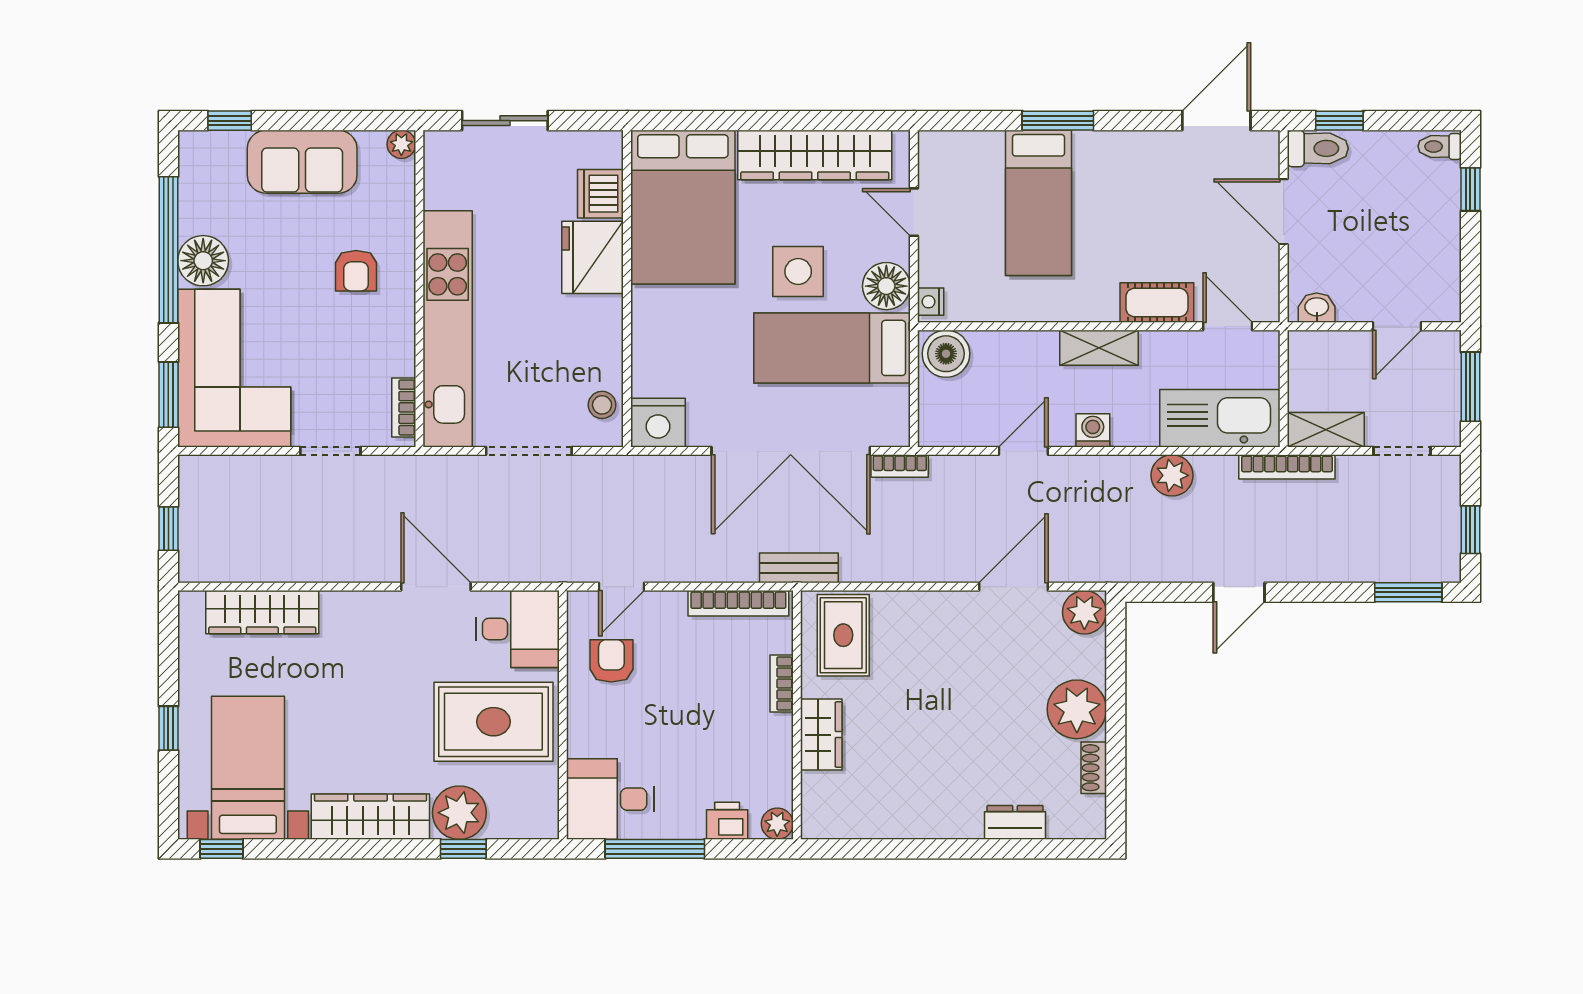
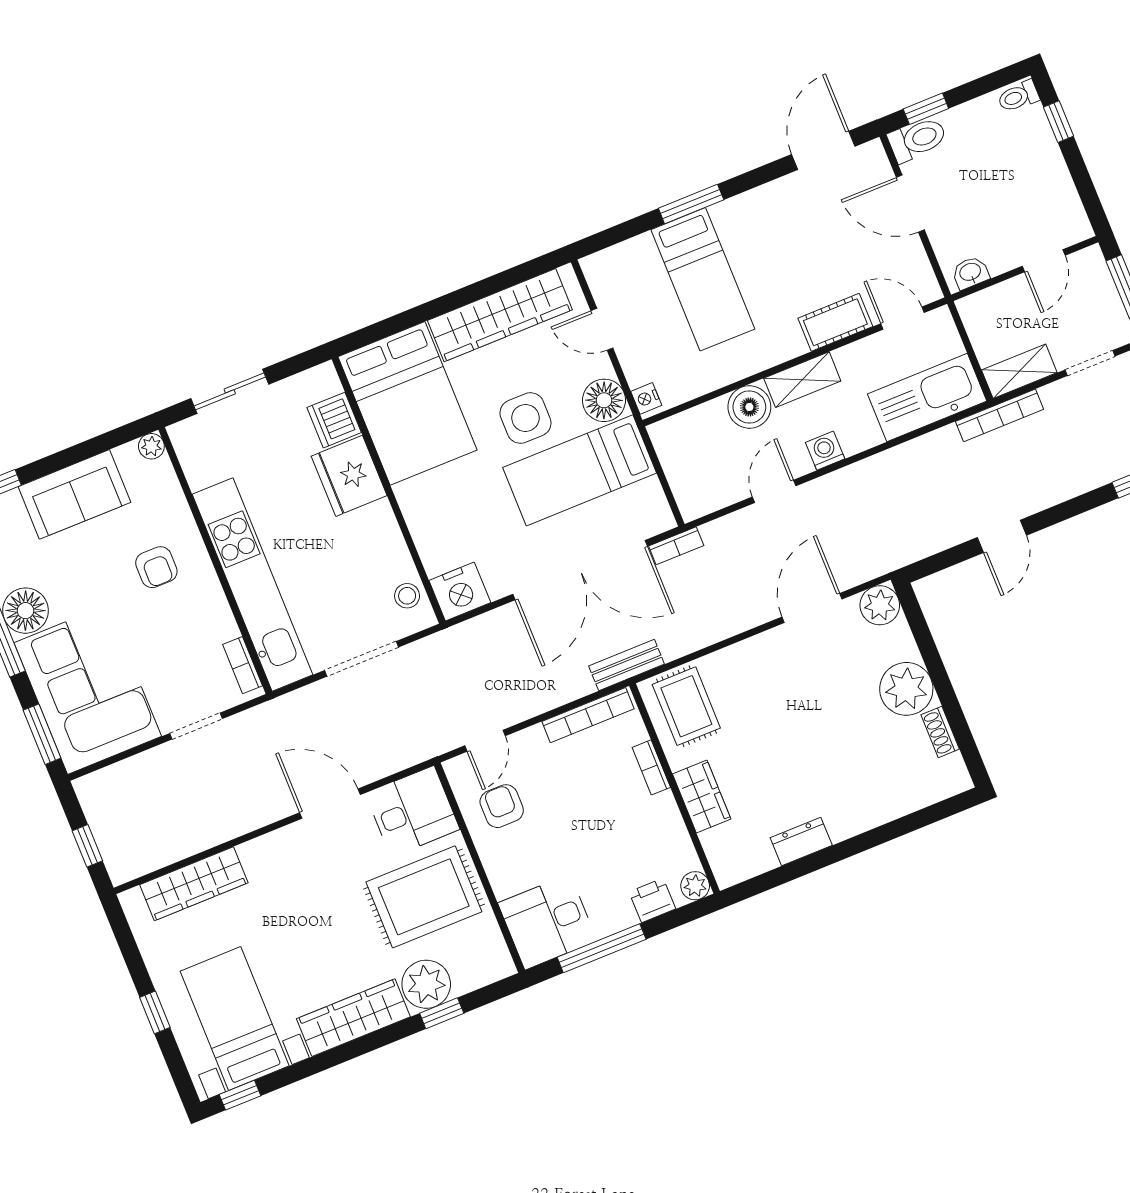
boiler: (946, 354) -> (749, 407), moved
plant: (1172, 475) -> (907, 461), removed
dresser: (1015, 822) -> (801, 841), moved

